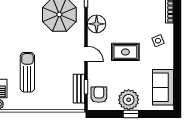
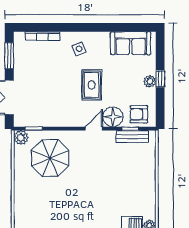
floor lamp: (97, 24) -> (113, 117), moved
sun lounger: (27, 72) -> (114, 193), removed
plant: (129, 100) -> (150, 81), width x0.53, depth x0.53

